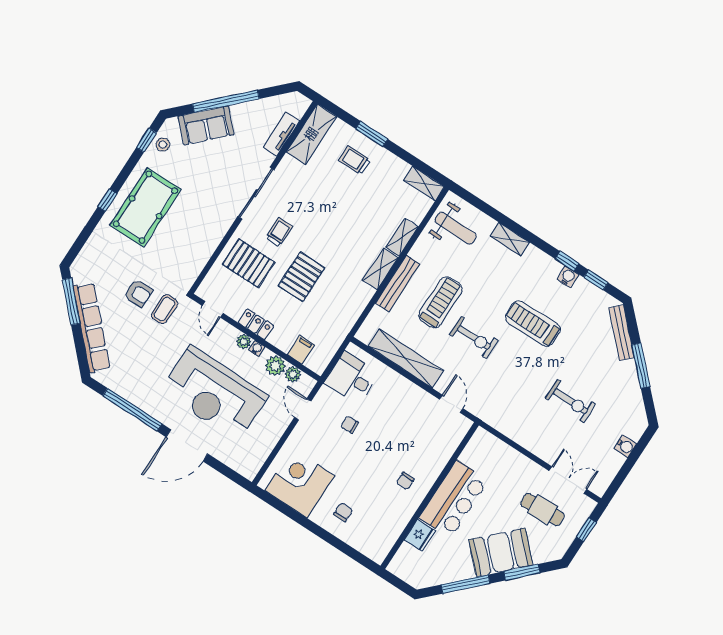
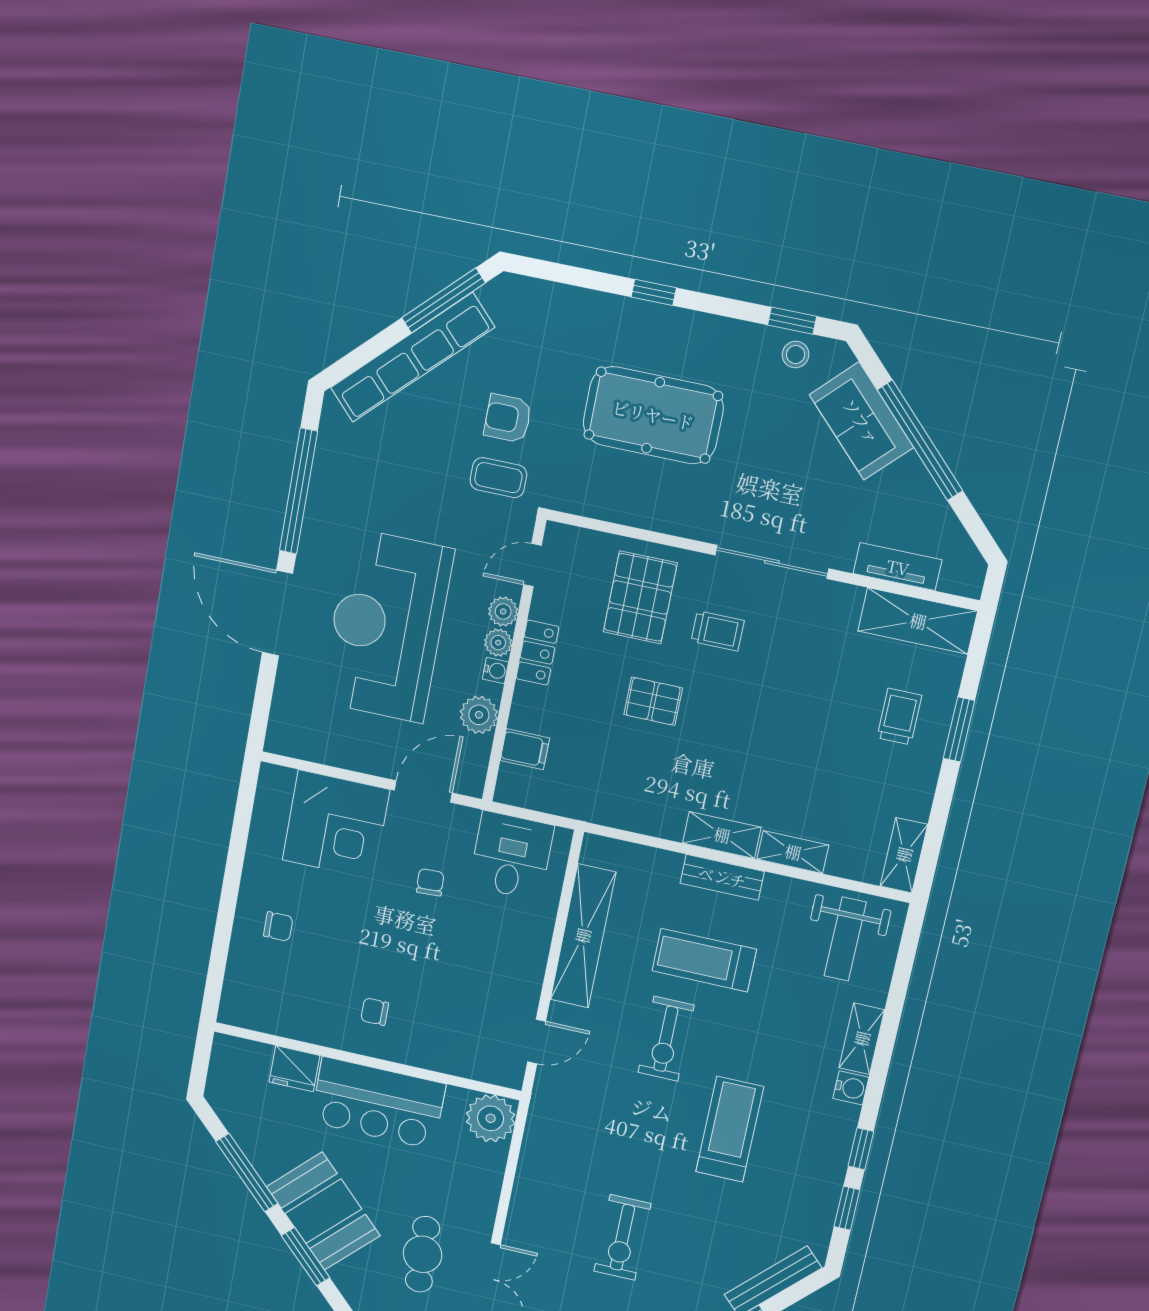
pool table: (145, 207) -> (653, 415), moved
pallet: (301, 277) -> (653, 701), width x0.67, depth x0.71
water cooler: (568, 277) -> (851, 1088), moved
bench: (398, 283) -> (722, 877), width x0.73
armchair: (138, 293) -> (508, 418), turned 90
treadmill: (440, 302) -> (704, 960), turned 180
plant: (293, 374) -> (503, 612), moved
door: (303, 409) -> (423, 792), width x1.38
plant: (483, 444) -> (491, 1118), added
corner desk: (300, 483) -> (336, 825), moved, turned 90

